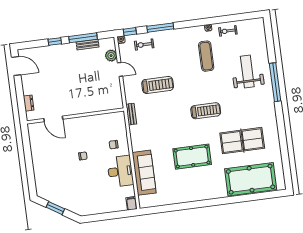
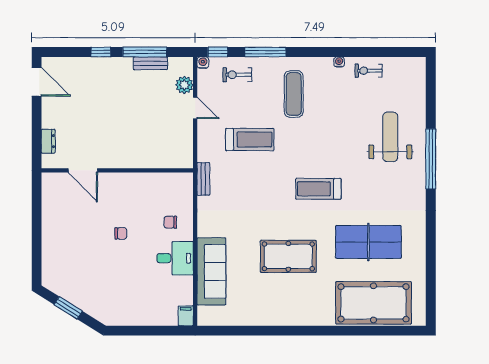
exercise mat: (206, 56) -> (294, 94), moved
treadmill: (206, 111) -> (318, 189), turned 180
desk: (120, 171) -> (175, 258), width x0.73

